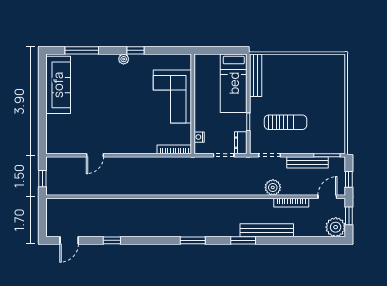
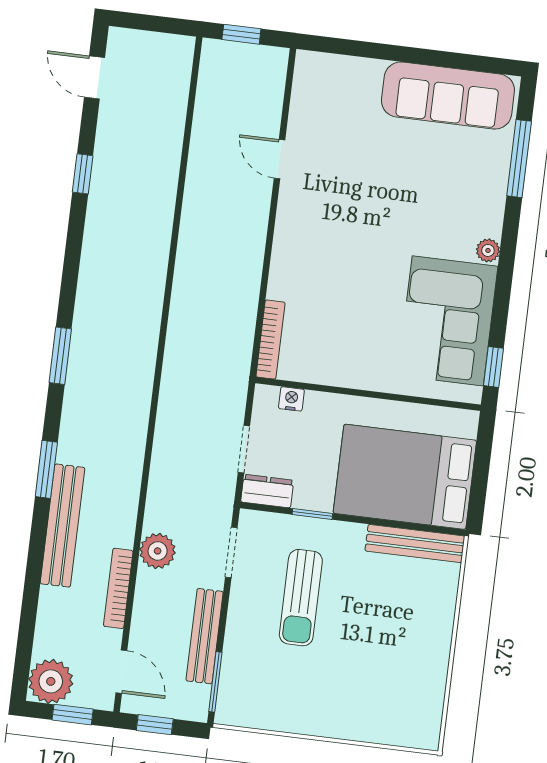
window: (136, 50) -> (494, 367), moved
bed: (234, 83) -> (405, 477), width x1.50
corner sofa: (172, 97) -> (448, 321), moved, turned -90

